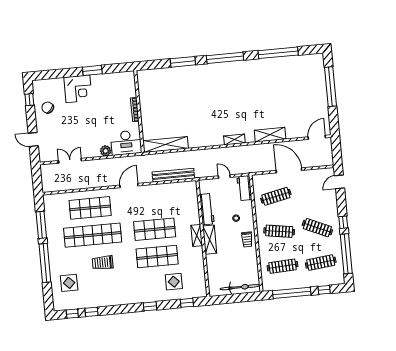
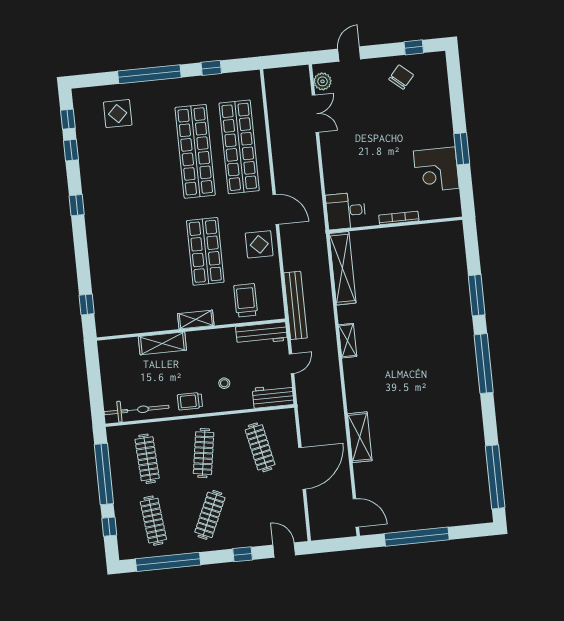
window: (278, 53) -> (495, 477), moved
window: (330, 87) -> (417, 537), moved
corner desk: (78, 89) -> (436, 170), moved
shelving: (234, 140) -> (348, 341), moved
desk: (126, 143) -> (346, 211), width x0.73
plant: (106, 151) -> (323, 81), moved
bench: (173, 175) -> (296, 305), moved
shop shelf: (90, 208) -> (239, 147), width x1.40
workbench: (207, 209) -> (261, 334), moved
window: (343, 222) -> (243, 554), moved
window: (41, 225) -> (211, 68), width x0.46
shelving: (210, 240) -> (162, 343), moved
shop shelf: (157, 257) -> (161, 256), removed
trolley: (103, 263) -> (246, 300), moved
display table: (174, 282) -> (259, 244), moved
bicycle: (240, 287) -> (137, 410), moved, turned -90
window: (150, 306) -> (77, 205), moved

